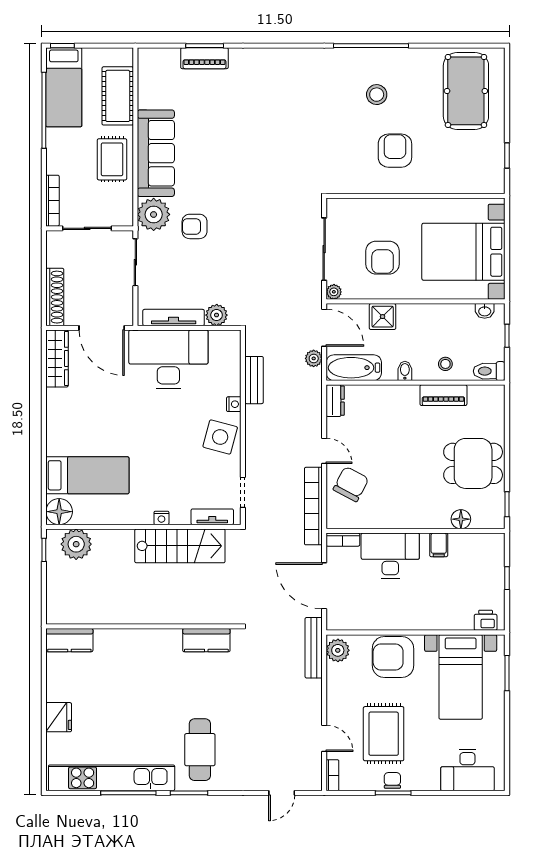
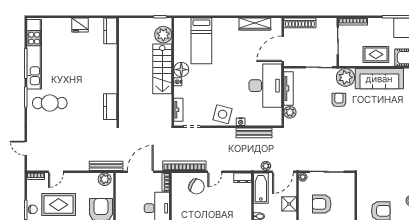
wardrobe: (57, 358) -> (255, 24), moved
bench: (254, 380) -> (254, 133), width x1.36
floor lamp: (59, 512) -> (181, 70), moved
stairs: (180, 546) -> (162, 69), moved
fridge: (59, 717) -> (80, 25), moved

